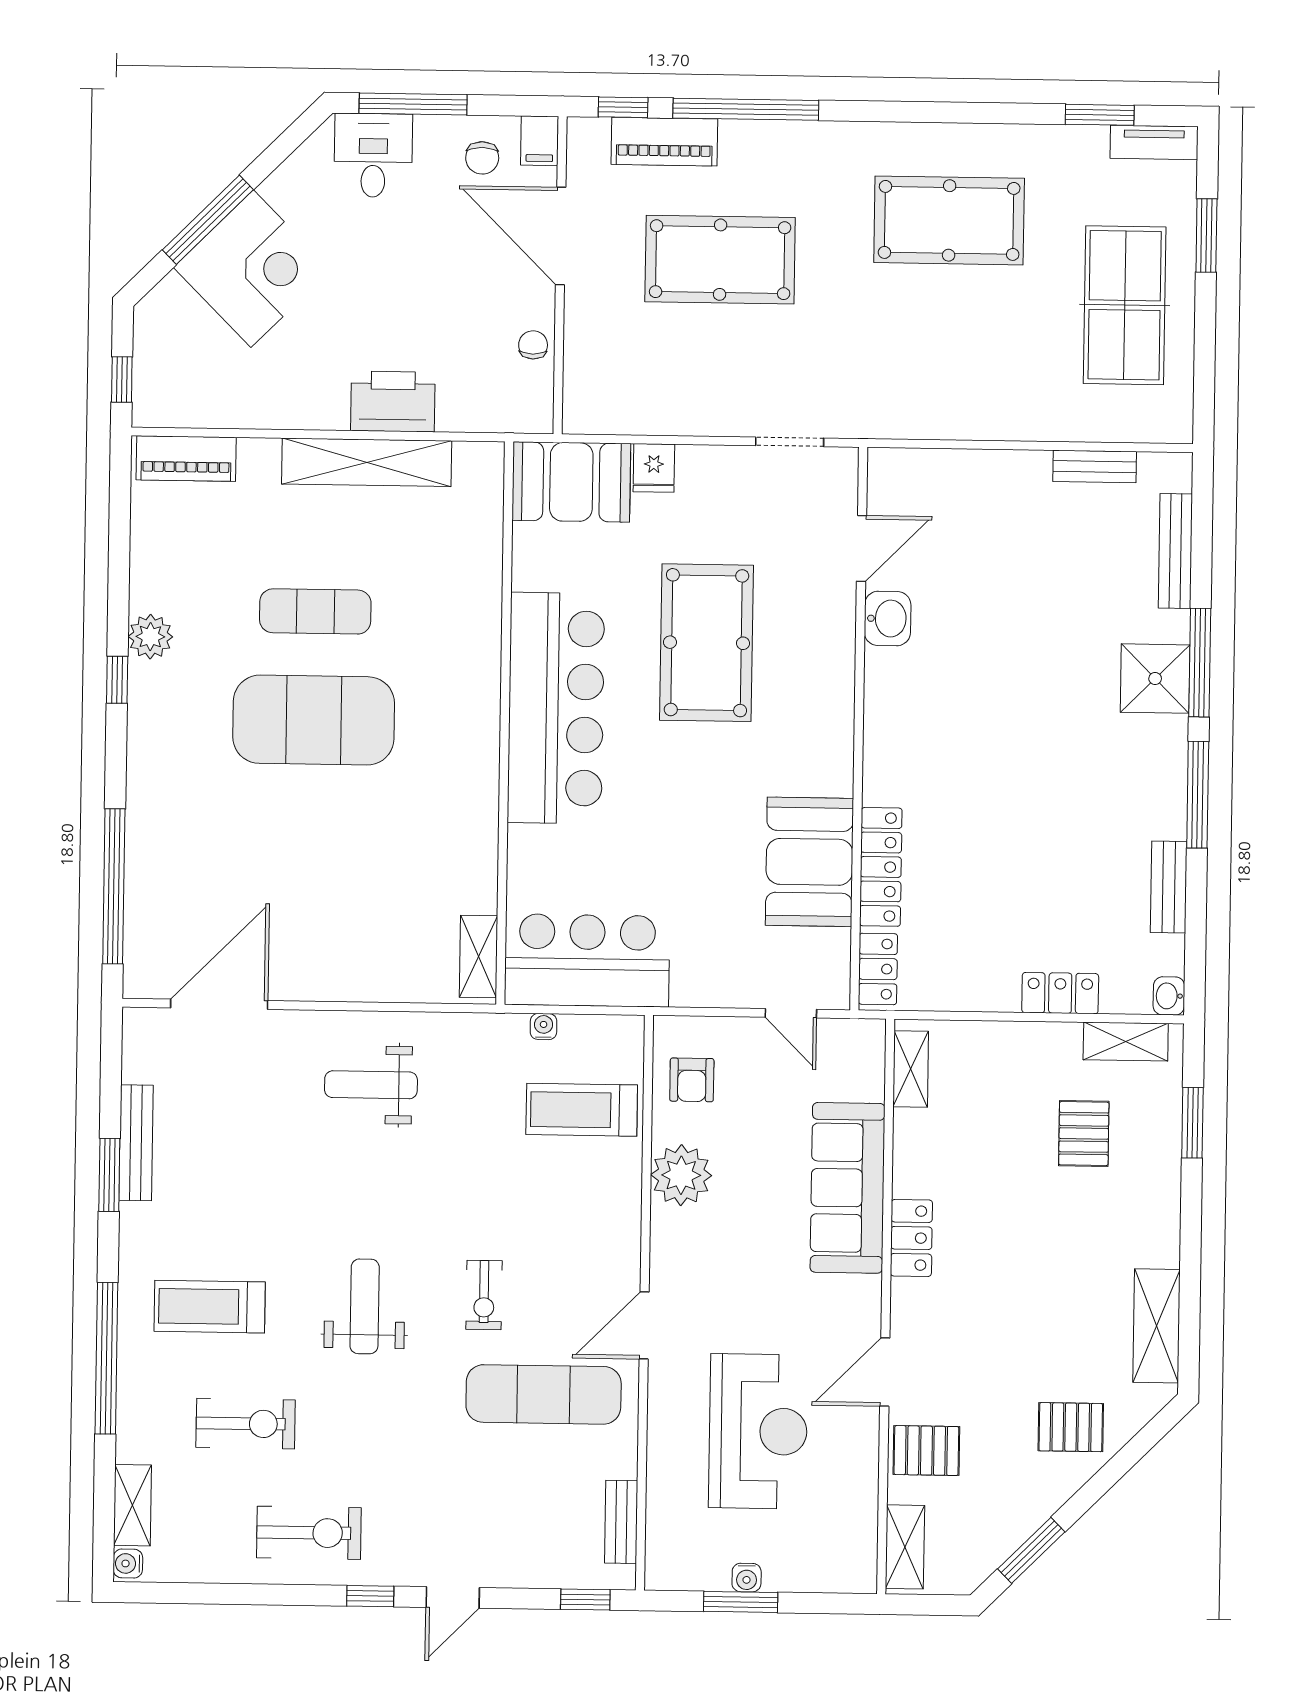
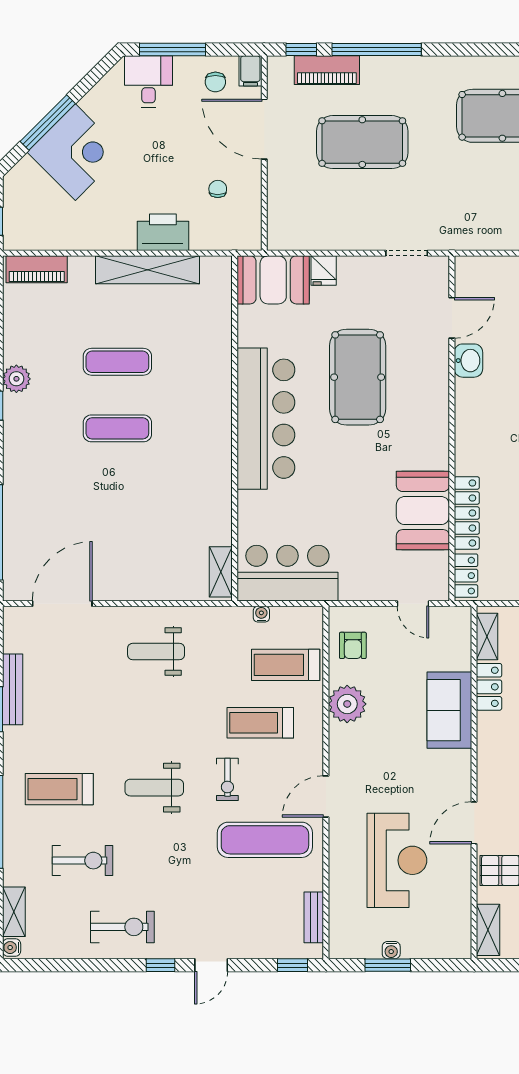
chair: (533, 345) -> (218, 189), moved
exercise mat: (314, 720) -> (117, 428), width x0.50, depth x0.69
sofa: (848, 1188) -> (449, 710), width x0.73
treadmill: (539, 1204) -> (260, 723), added
locker: (911, 1238) -> (489, 687), moved
weight bench: (365, 1306) -> (154, 788), turned -90

